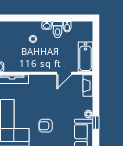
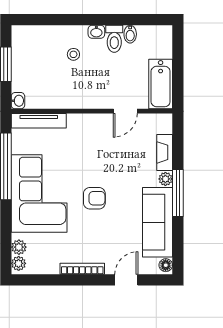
fireplace: (88, 86) -> (165, 152), moved
window: (96, 123) -> (178, 193), width x2.17
armchair: (46, 126) -> (94, 198), turned 180

